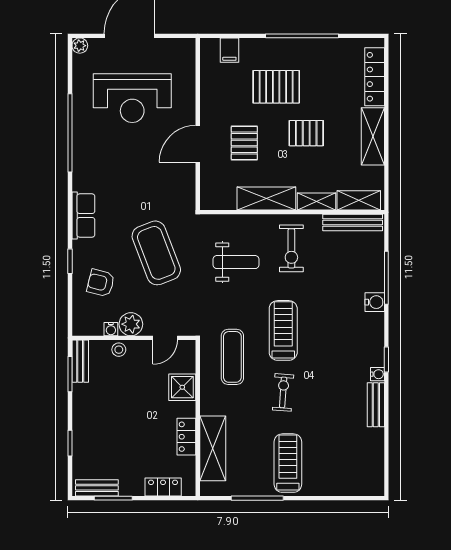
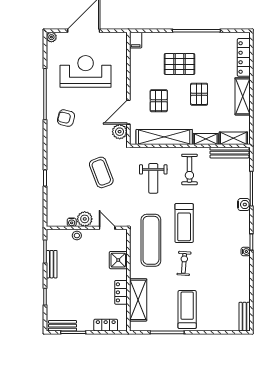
filing cabinet: (229, 50) -> (136, 40), moved
reception desk: (132, 98) -> (86, 71), turned 180
pallet: (306, 133) -> (199, 94), turned 90
door: (198, 144) -> (128, 112), moved
plant: (184, 190) -> (120, 132), added
shelving: (266, 198) -> (164, 137), width x1.47
row of seats: (83, 216) -> (54, 148), removed
coffee table: (156, 253) -> (101, 172), width x0.73, depth x0.76
weight bench: (236, 262) -> (153, 178), turned 90
armchair: (101, 283) -> (66, 118), moved
treadmill: (283, 330) -> (184, 223), turned 180
door: (165, 338) -> (107, 228), swing flipped
exercise mat: (232, 357) -> (151, 240), width x1.36, depth x1.45
bench: (80, 361) -> (52, 264), moved
bench: (376, 405) -> (245, 317), moved

